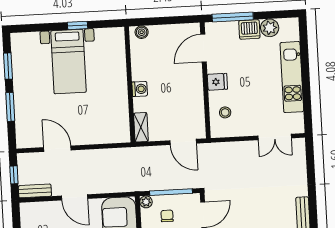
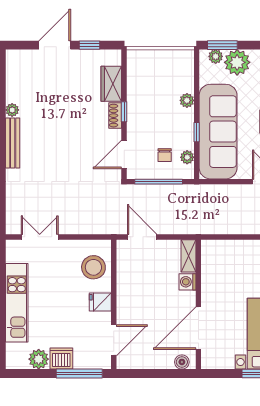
door: (129, 63) -> (198, 328), added
washing machine: (140, 89) -> (187, 282), moved
stool: (225, 112) -> (93, 267), width x1.89, depth x1.89
plant: (146, 202) -> (187, 157), moved

